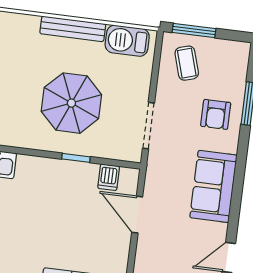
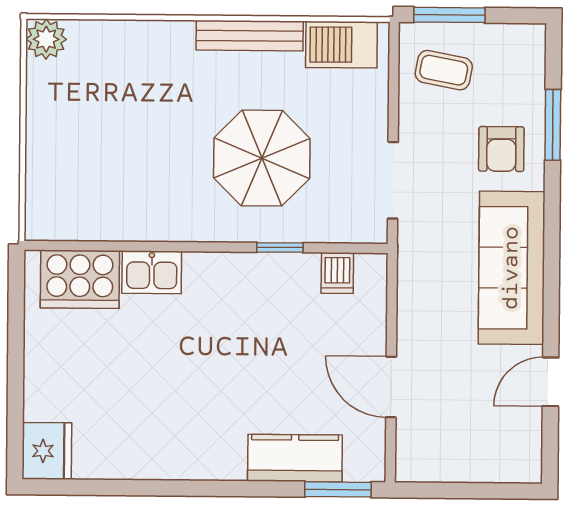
coffee table: (187, 63) -> (444, 70), turned -62
sofa: (213, 186) -> (512, 268), width x1.36
door: (137, 215) -> (391, 387), moved

